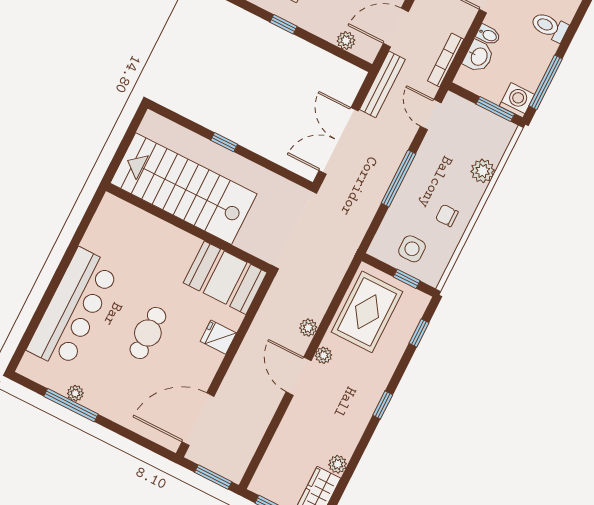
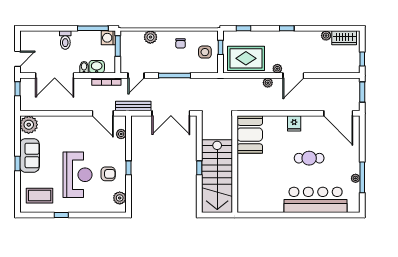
stairs: (183, 189) -> (217, 176), moved
wall: (189, 228) -> (235, 164), moved
booth: (225, 278) -> (250, 135), moved

